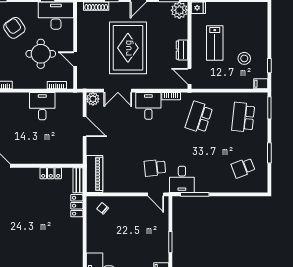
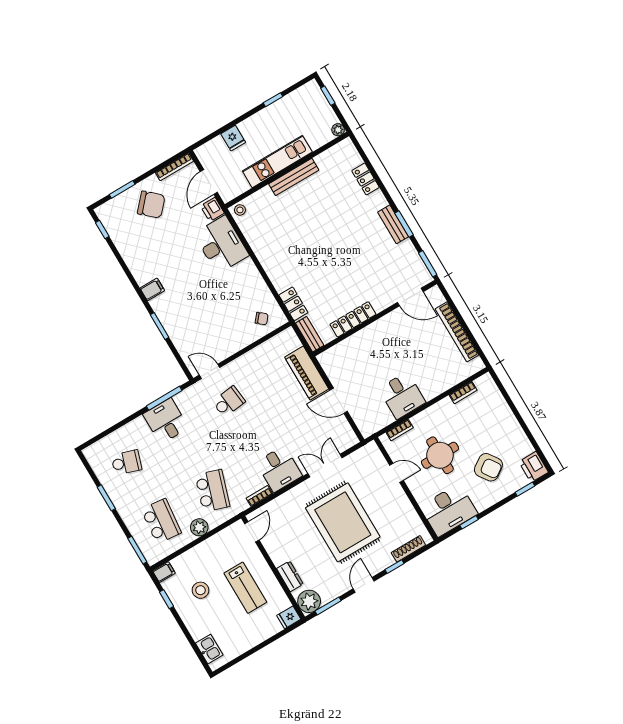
kitchen sink: (261, 18) -> (209, 649), added
lab bench: (215, 43) -> (245, 588), turned 180
dresser: (182, 50) -> (290, 576), moved
door: (189, 76) -> (252, 532), hinge flipped
plant: (93, 99) -> (199, 527), moved
school desk: (243, 168) -> (126, 462), turned 39
locker: (51, 173) -> (353, 319), width x1.53
piano: (94, 174) -> (307, 373), moved
desk: (182, 179) -> (166, 421), moved

